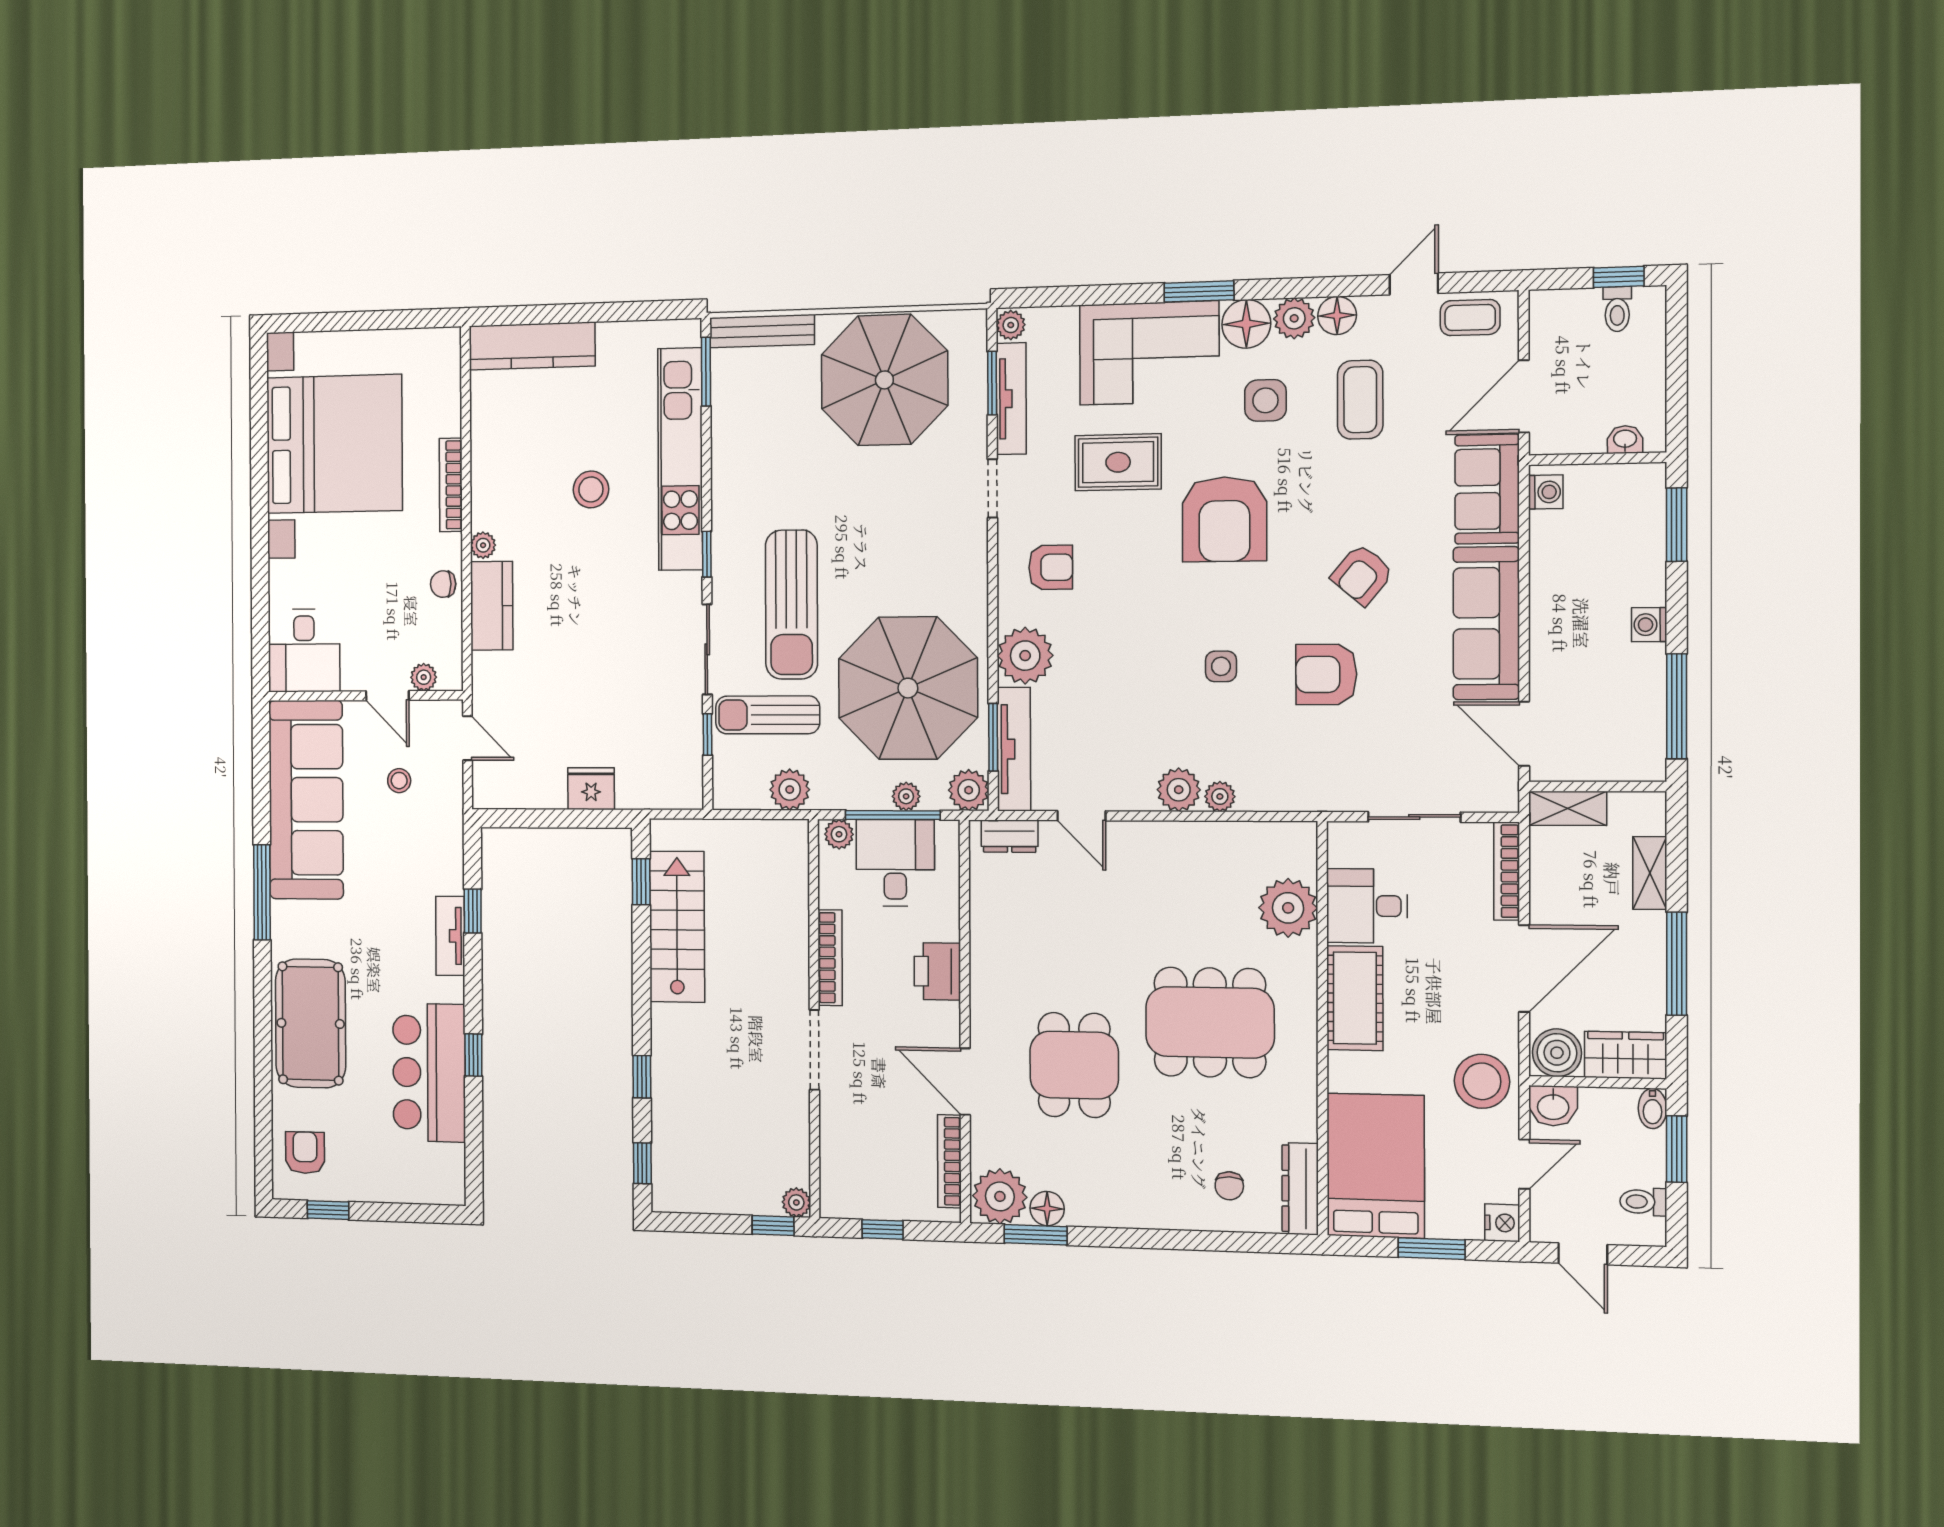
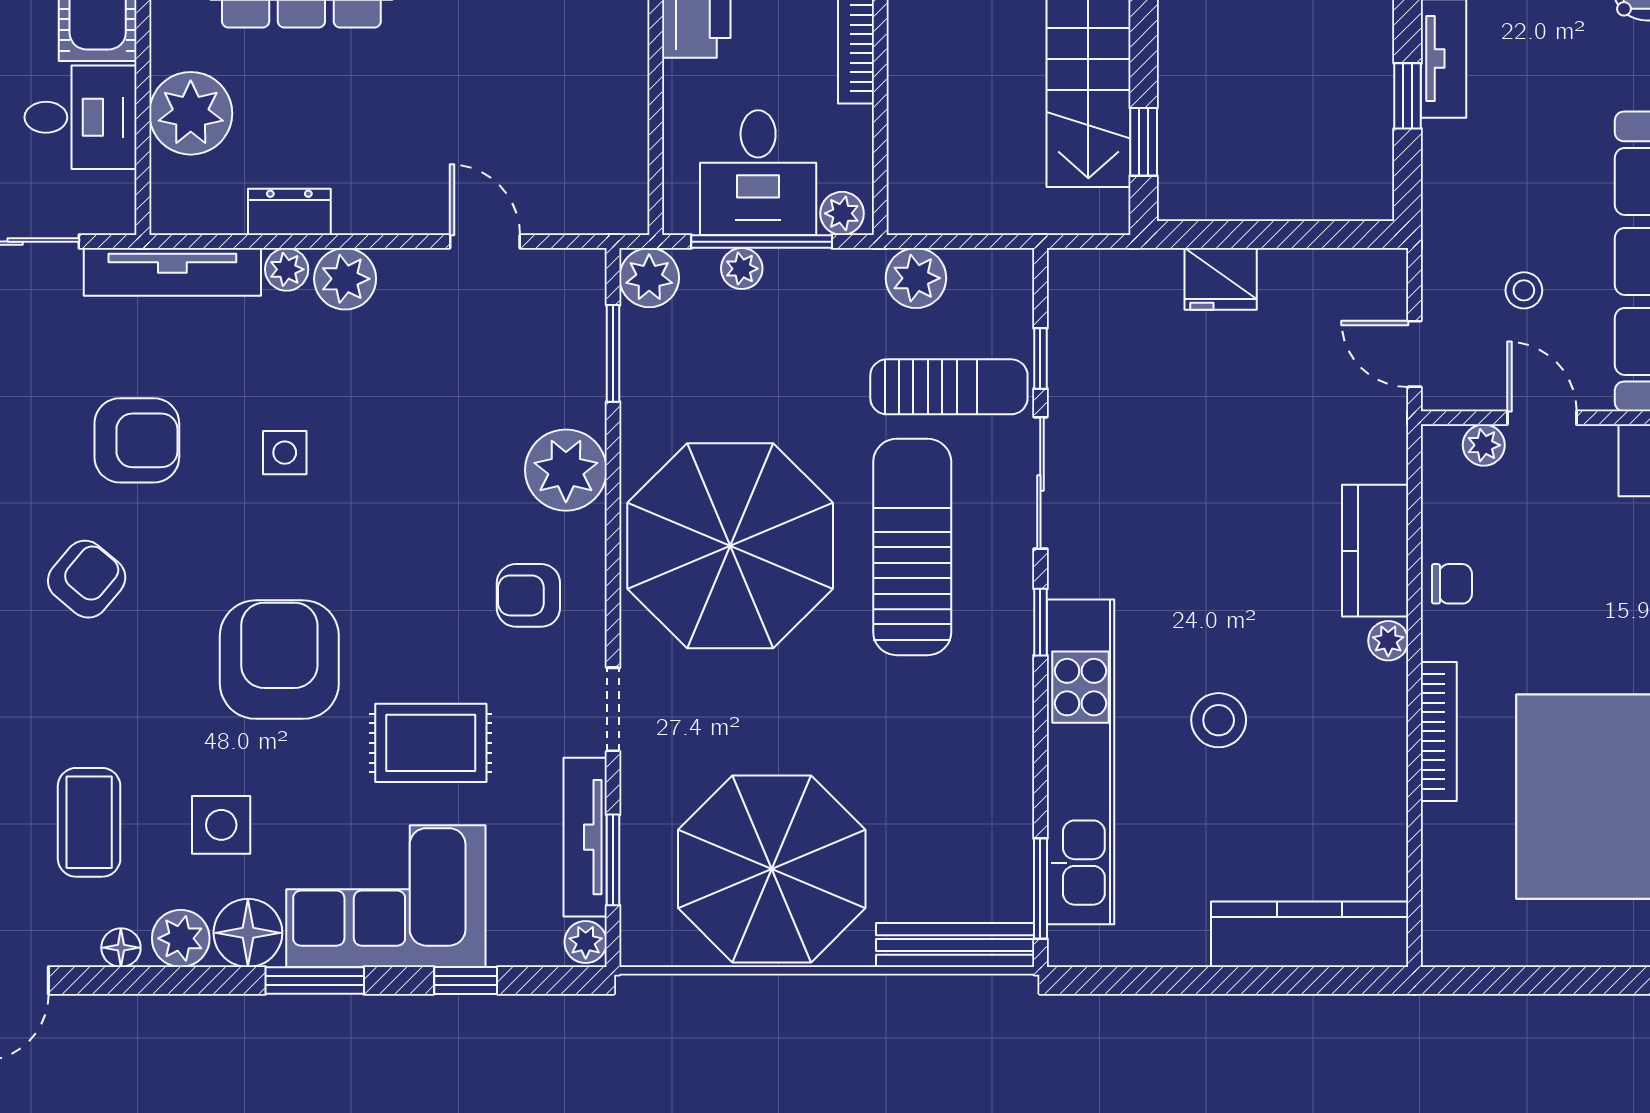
window: (1093, 295) -> (466, 980), added
floor lamp: (1337, 316) -> (121, 948), width x0.73, depth x0.73
parasol: (908, 688) -> (730, 546), moved
tv unit: (1014, 749) -> (172, 272), moved, turned -90
dresser: (1010, 836) -> (289, 212), moved

